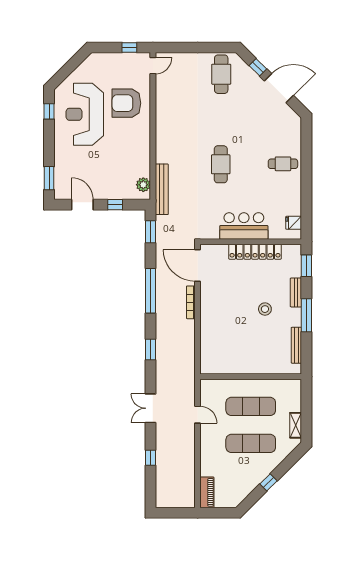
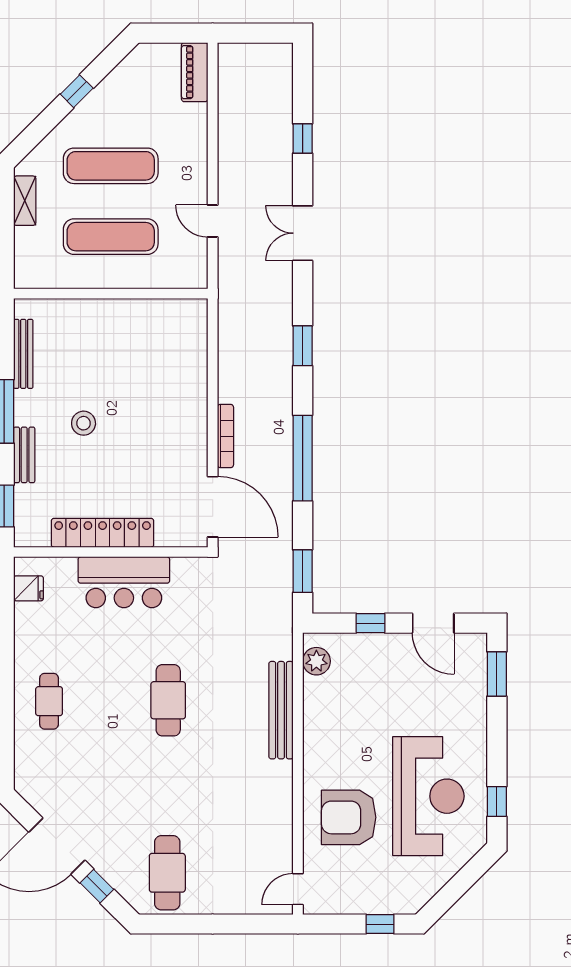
window: (129, 47) -> (380, 924), moved
armchair: (126, 103) -> (349, 817), turned 180
cafe table: (283, 164) -> (49, 701), turned 90
bench: (162, 189) -> (281, 710), moved
double door: (150, 408) -> (303, 233), swing flipped

